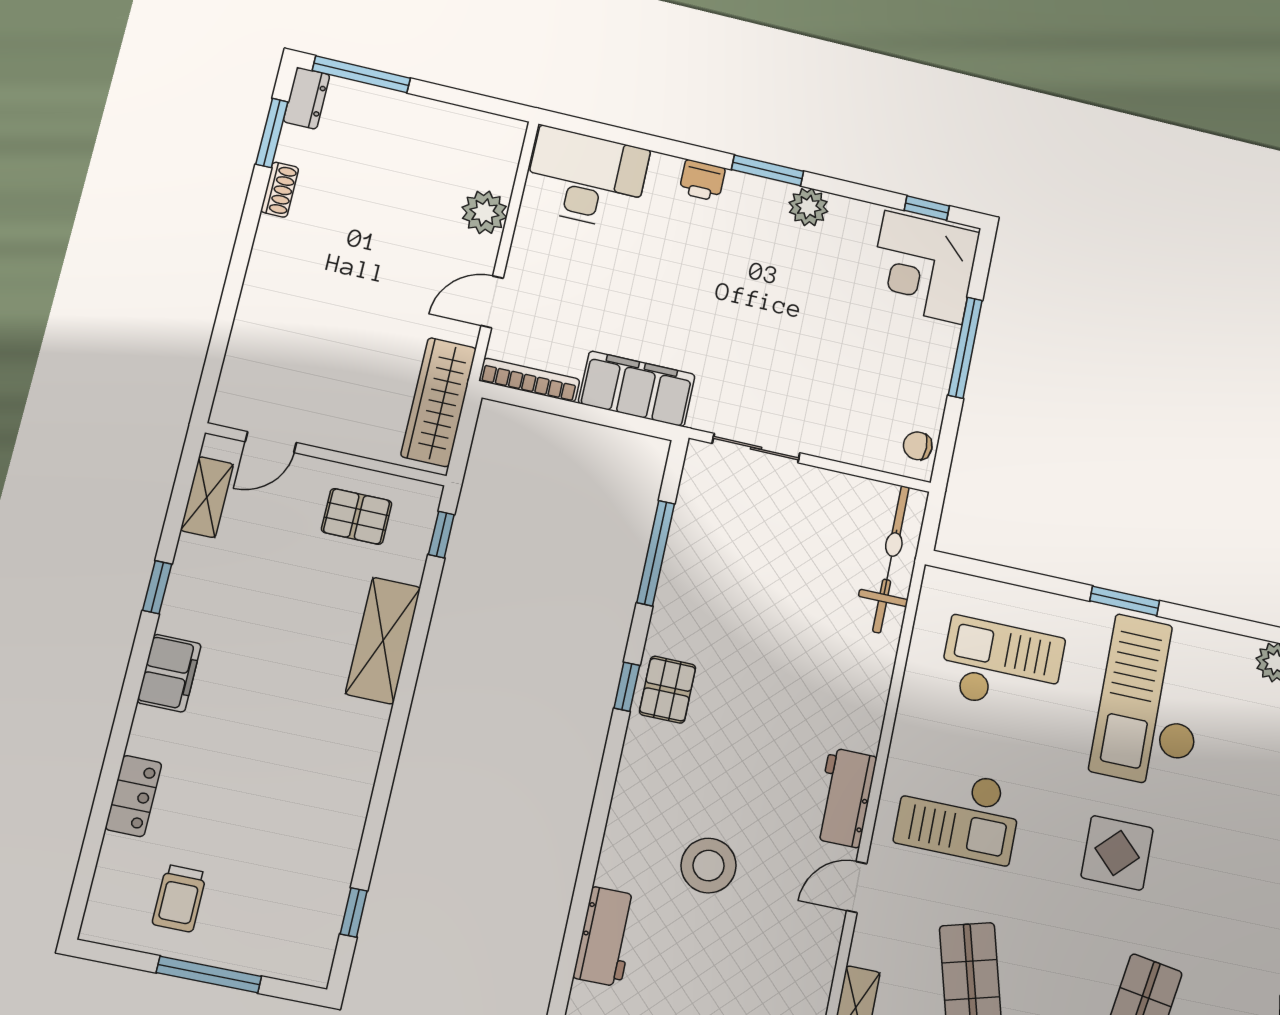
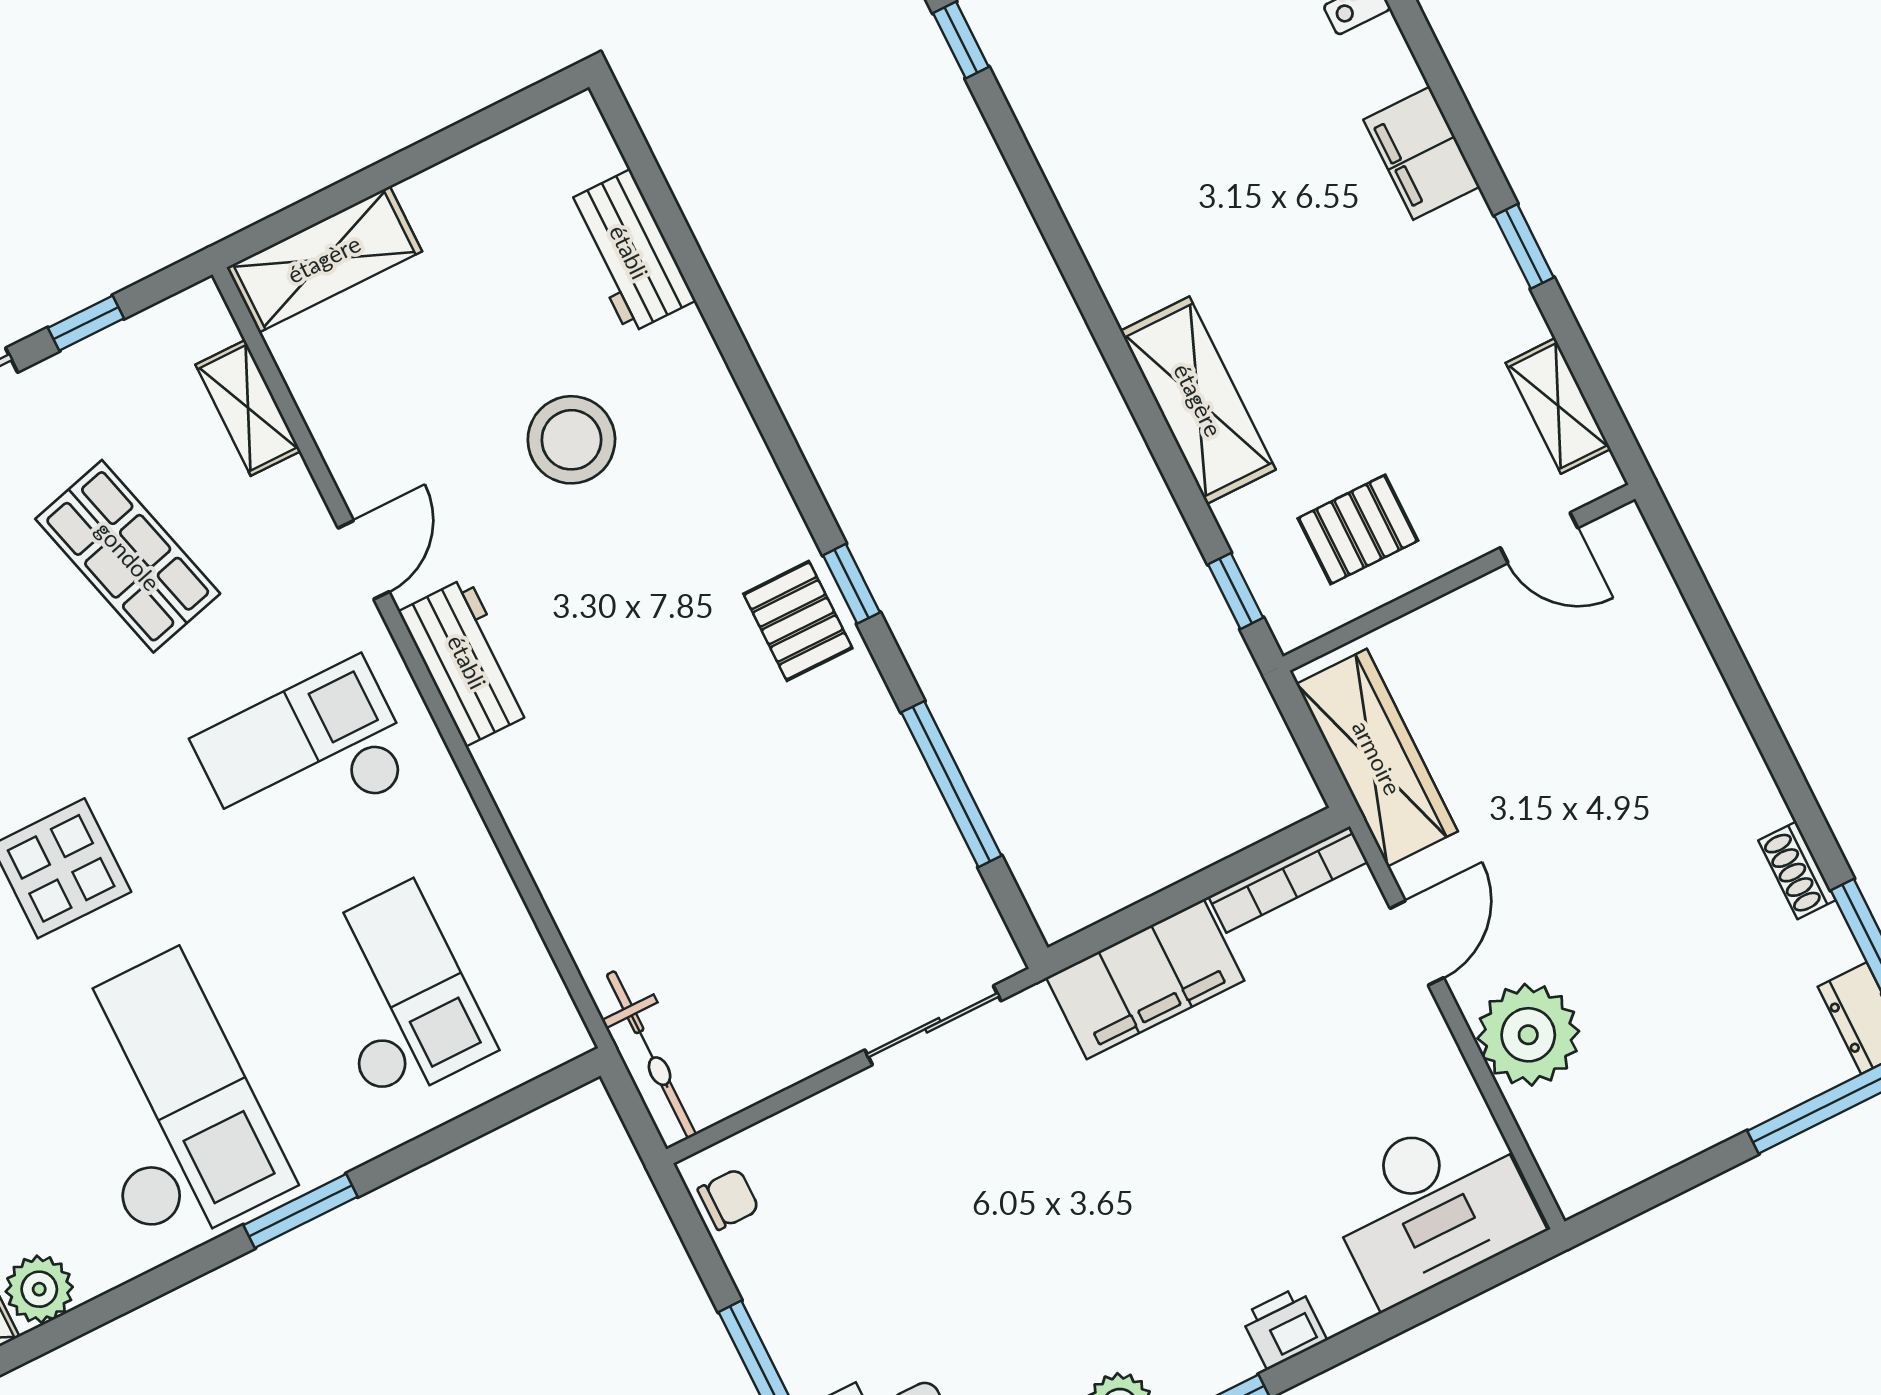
plant: (484, 212) -> (1528, 1035), width x1.36, depth x1.36
door: (271, 442) -> (1539, 538), swing flipped
bicycle: (891, 559) -> (651, 1055), width x0.73, depth x0.71
checkout: (1002, 666) -> (396, 994), turned -90

